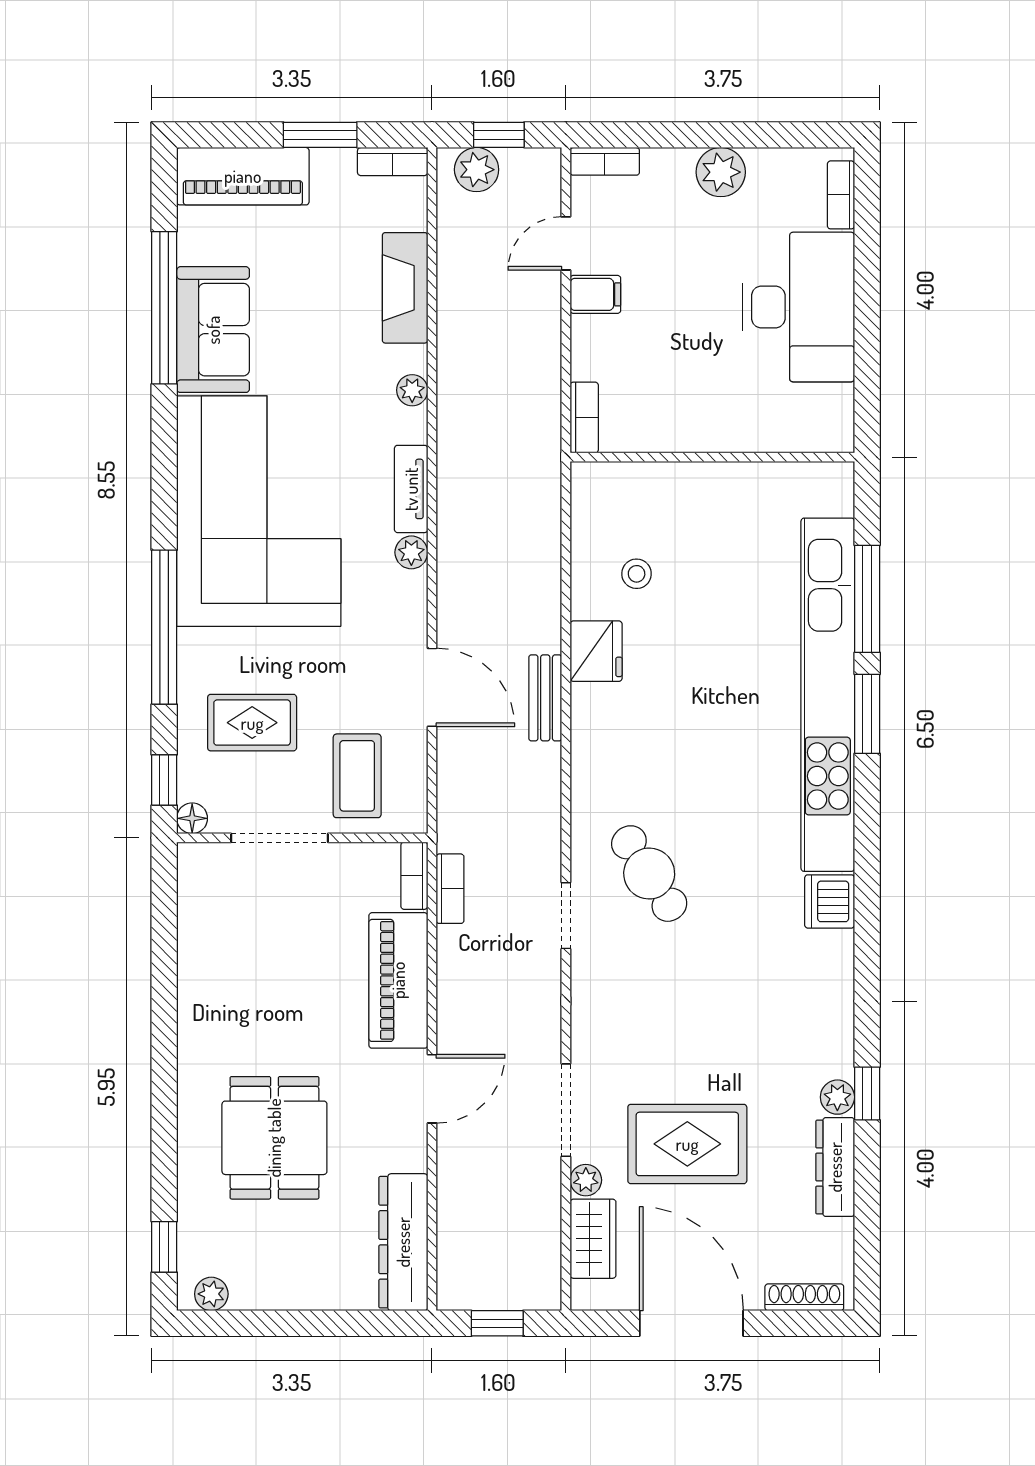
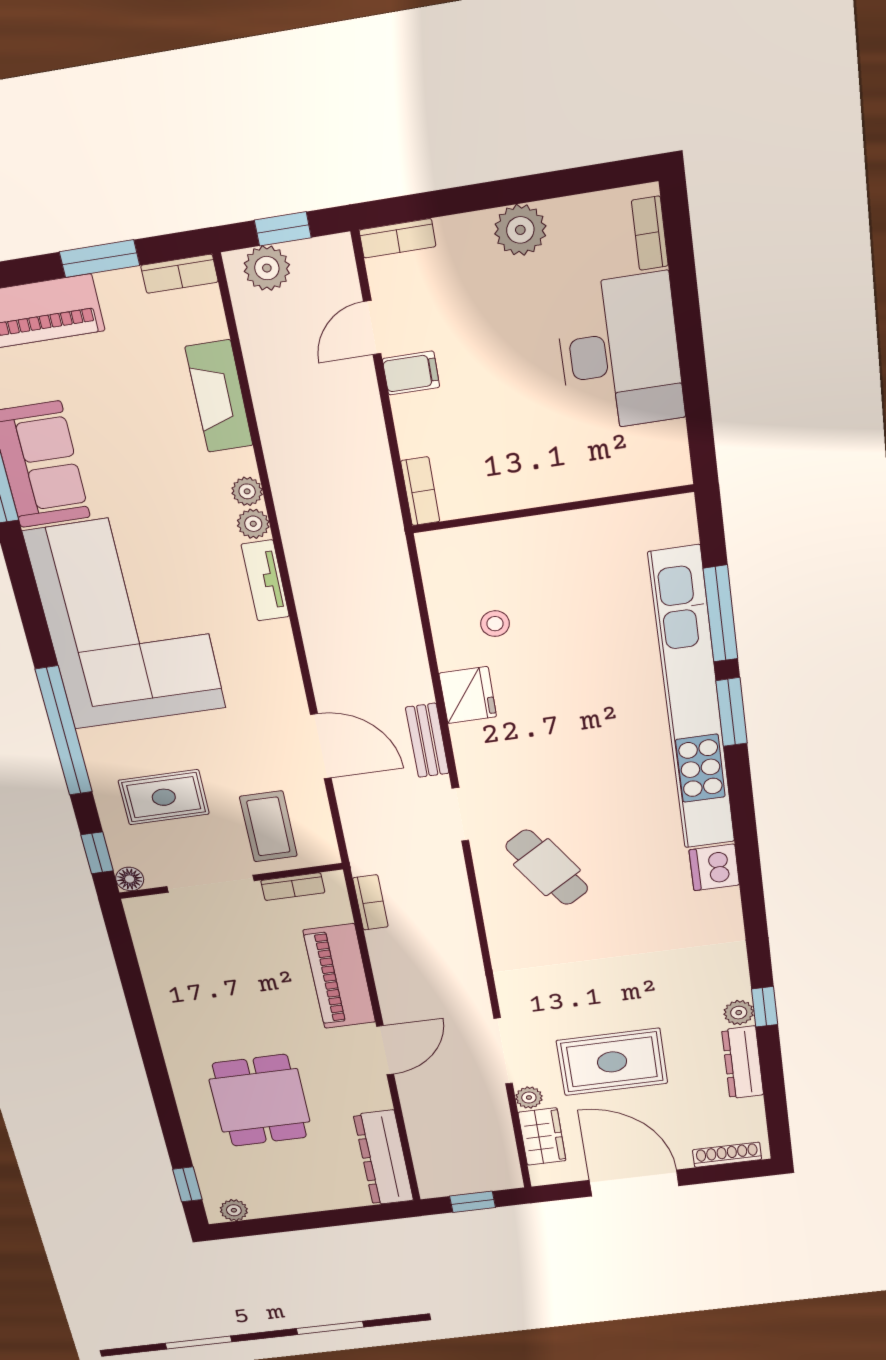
plant: (411, 552) -> (253, 524), moved
bookcase: (414, 876) -> (293, 887), moved, turned -90
doorway: (566, 916) -> (460, 814), moved

